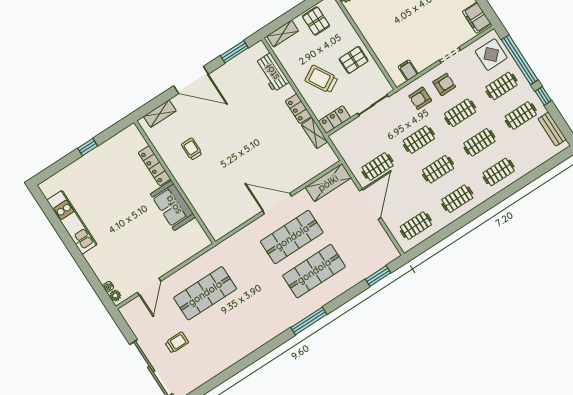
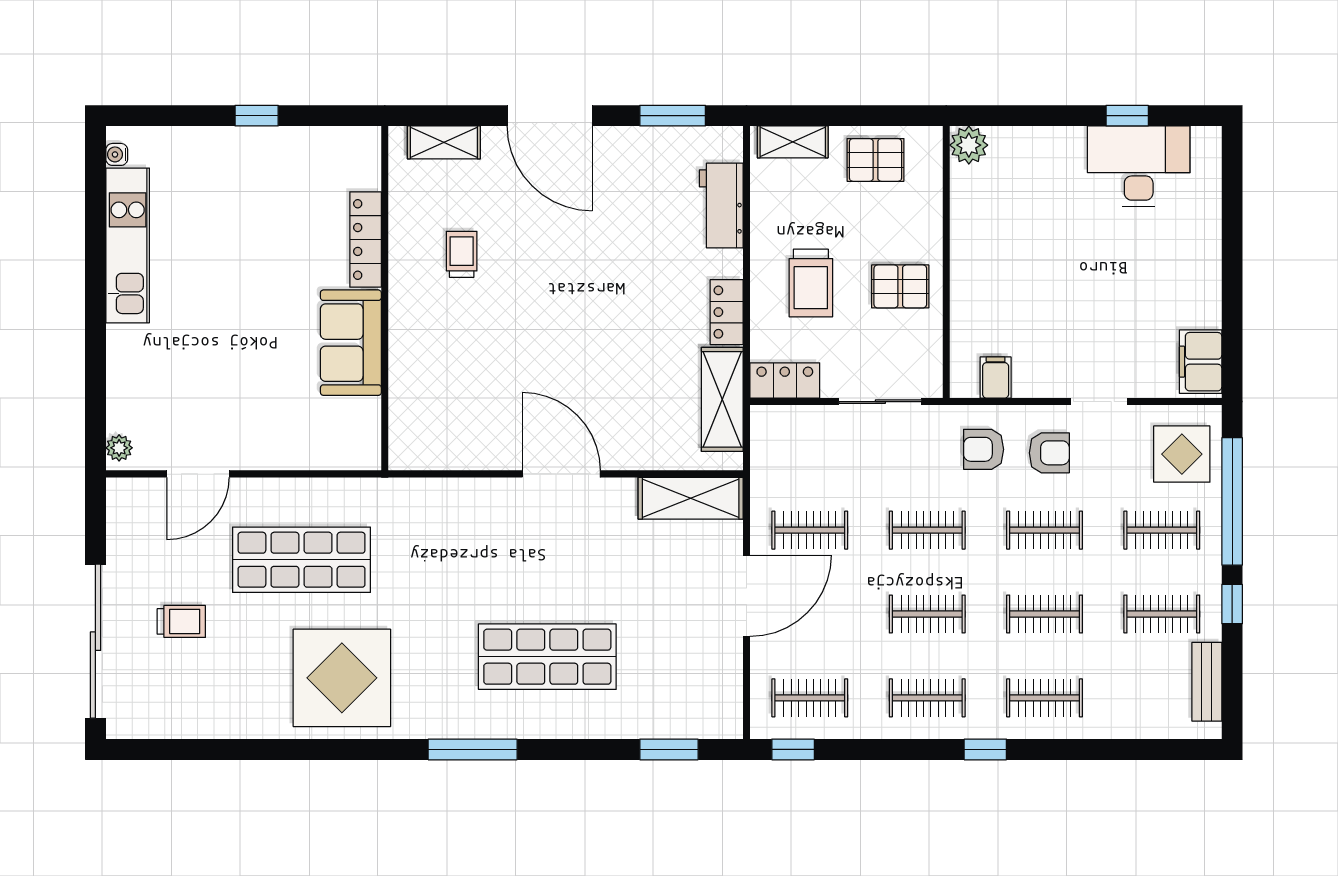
pallet: (316, 21) -> (875, 160), turned 90
trolley: (321, 79) -> (811, 283), turned -150
shelving: (315, 133) -> (722, 399), width x1.50, depth x1.33
window: (490, 204) -> (985, 749), added
shop shelf: (292, 237) -> (547, 560), removed
window: (422, 248) -> (793, 749), added
water cooler: (108, 287) -> (117, 154), moved
display table: (246, 326) -> (342, 678), added

